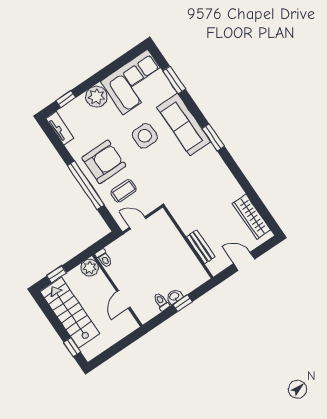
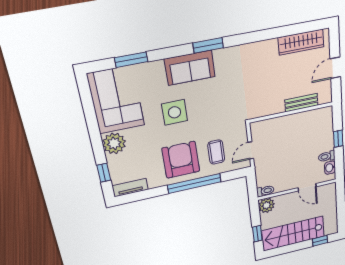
sofa: (184, 125) -> (190, 68), width x0.73
washbasin: (174, 296) -> (330, 168), moved

